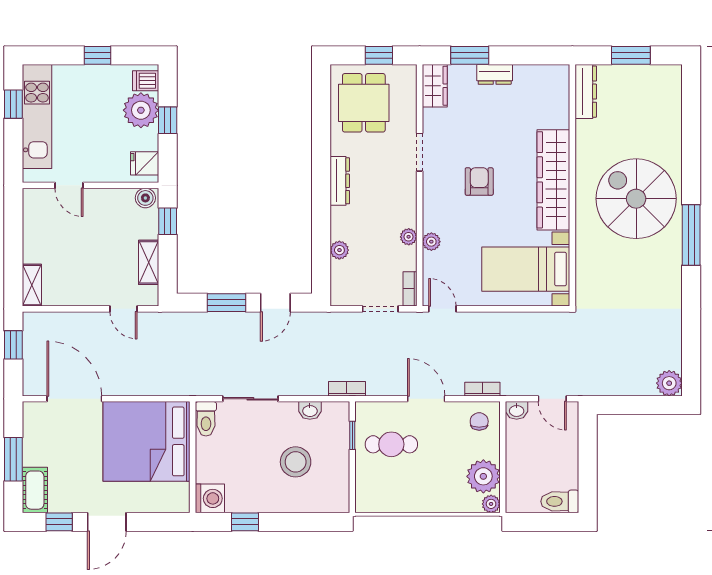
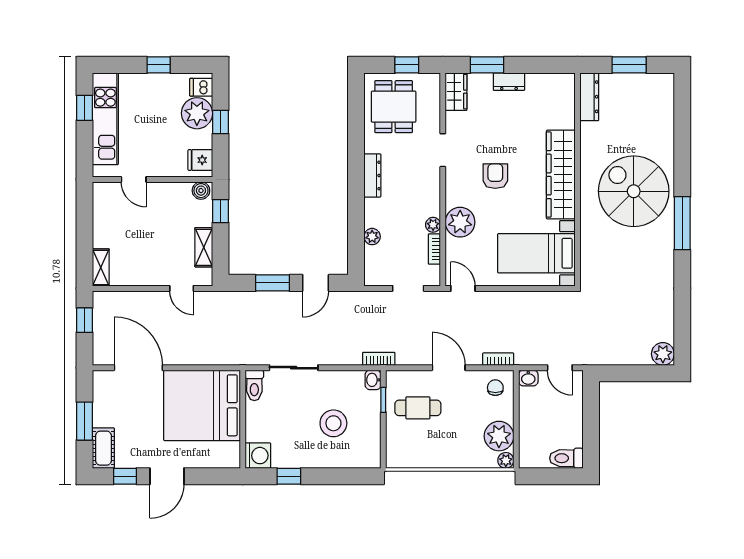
plant: (431, 242) -> (460, 222), width x1.88, depth x1.88
bookcase: (410, 289) -> (434, 249), moved
washbasin: (310, 410) -> (373, 380), moved, turned 90

